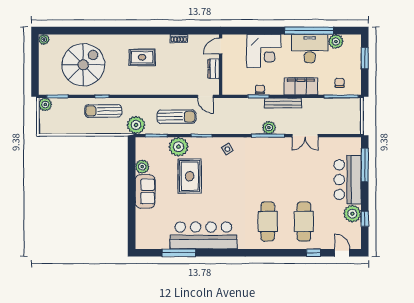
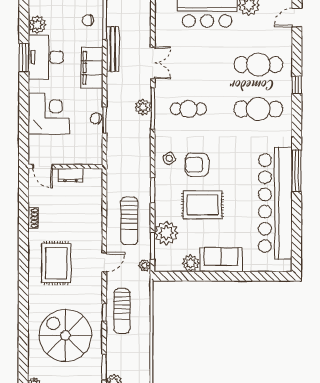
window: (309, 31) -> (24, 58), width x0.47
rug: (142, 57) -> (56, 263), width x1.36, depth x1.43
door: (205, 96) -> (104, 262), moved
bench: (283, 103) -> (113, 49), moved
sun lounger: (176, 117) -> (129, 221), turned 180
plant: (136, 125) -> (145, 266), width x0.53, depth x0.53
plant: (179, 147) -> (166, 233), moved
cafe table: (268, 165) -> (188, 109), added
armchair: (222, 172) -> (197, 165), added
bar counter: (203, 235) -> (275, 203), width x1.36
window: (179, 253) -> (297, 171), moved
window: (314, 253) -> (297, 85), moved

